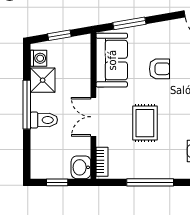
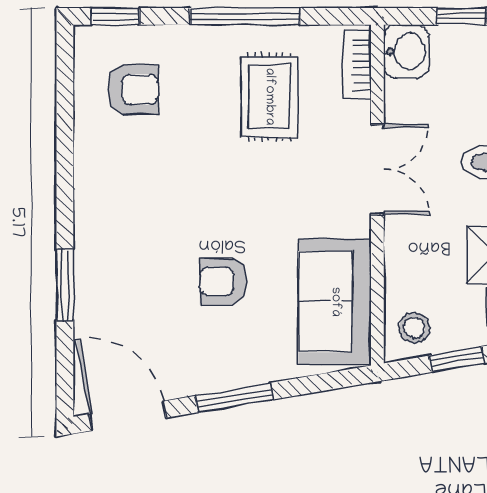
window: (129, 23) -> (234, 398), moved
stool: (78, 49) -> (414, 328), added
rug: (145, 123) -> (269, 97), moved

